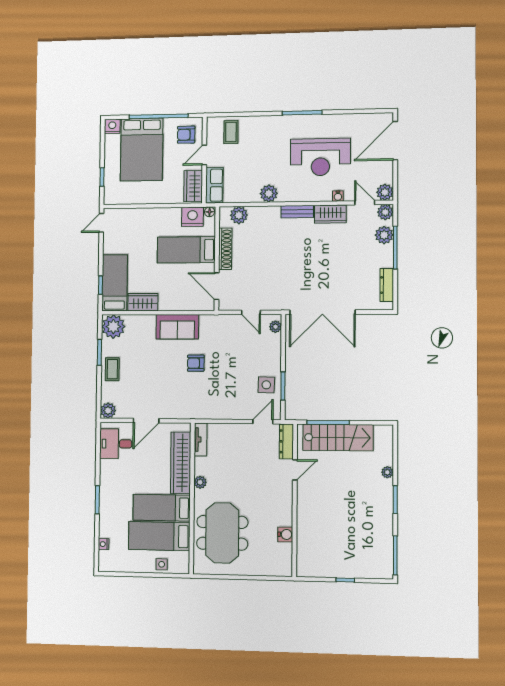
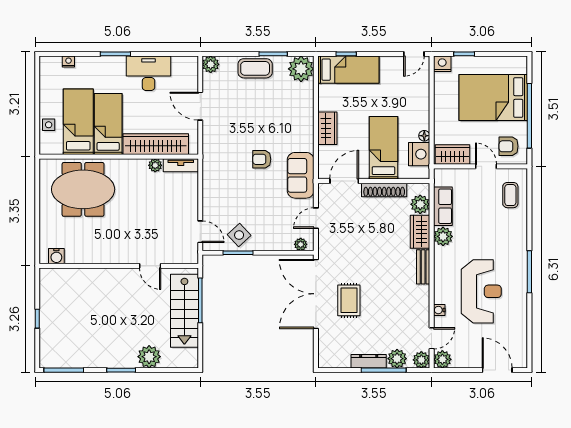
nightstand: (112, 126) -> (442, 64), moved, turned -90
coffee table: (231, 132) -> (510, 195), turned 90
armchair: (186, 135) -> (509, 146), turned -90
door: (395, 141) -> (497, 370), width x0.73
reception desk: (320, 157) -> (481, 291), turned 180
row of seats: (214, 185) -> (443, 206), moved, turned -90
floor lamp: (210, 212) -> (424, 136), moved
wardrobe: (330, 214) -> (420, 232), moved
door: (101, 223) -> (414, 54), swing flipped
rug: (328, 281) -> (349, 300), added
dresser: (387, 285) -> (369, 361), moved
wardrobe: (143, 302) -> (327, 128), moved
sofa: (177, 327) -> (301, 175), moved
armchair: (196, 363) -> (262, 159), turned -90
coffee table: (112, 369) -> (255, 68), width x1.36, depth x1.30
side table: (266, 385) -> (239, 235), turned 45
dresser: (286, 441) -> (180, 257), removed
desk: (116, 444) -> (149, 73), moved, width x1.37
plant: (387, 472) -> (149, 357), width x1.87, depth x1.87
plant: (200, 482) -> (155, 165), moved
water cooler: (285, 534) -> (56, 256), moved

